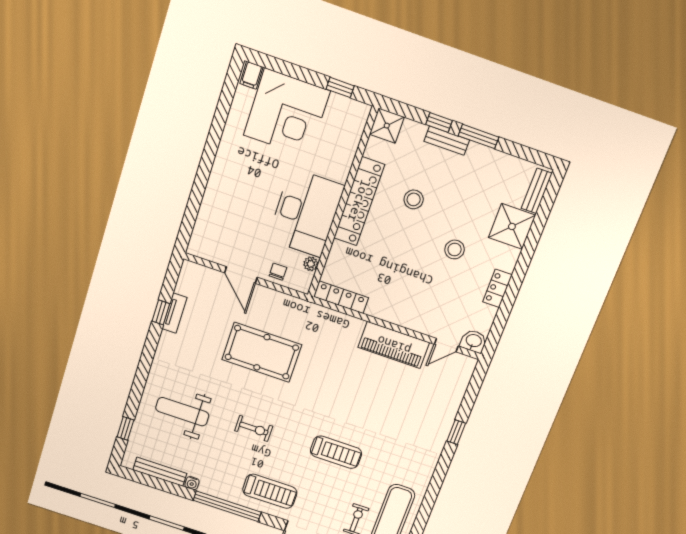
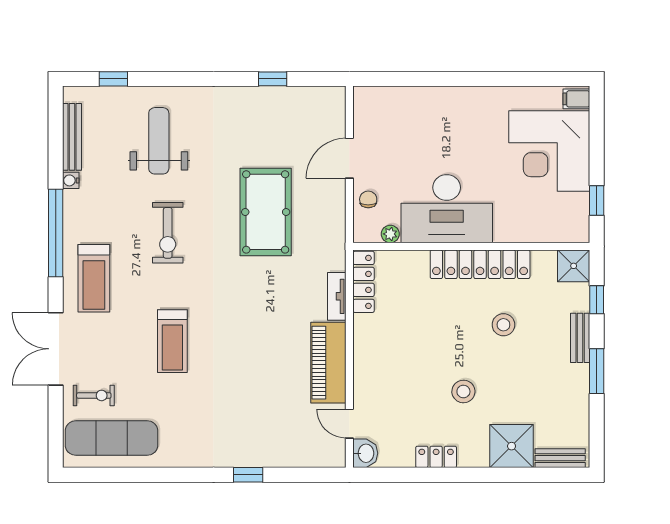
window: (439, 122) -> (597, 300), moved
chair: (278, 272) -> (368, 199), turned -90
tv unit: (174, 313) -> (337, 296), moved, turned 90
exercise bike: (254, 428) -> (168, 233), width x1.38, depth x1.39

